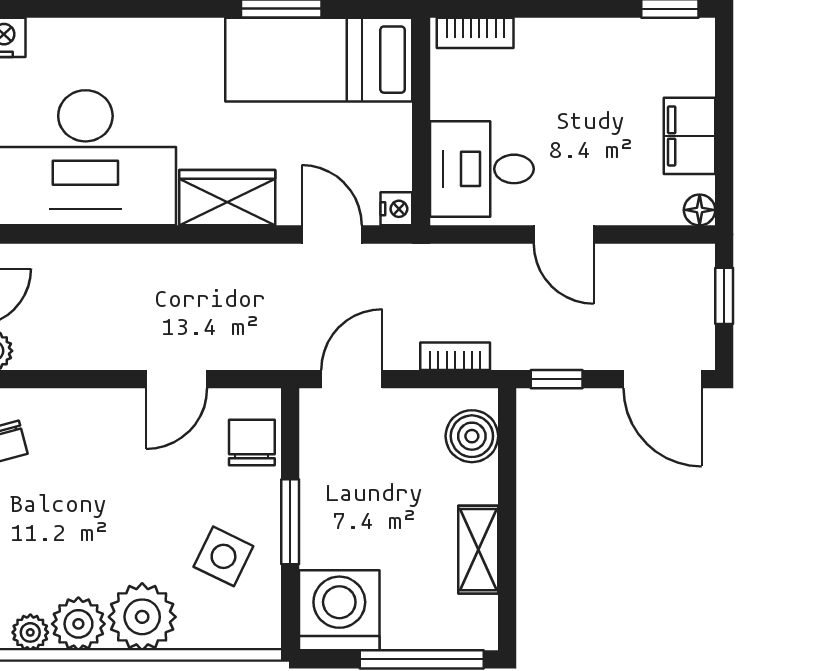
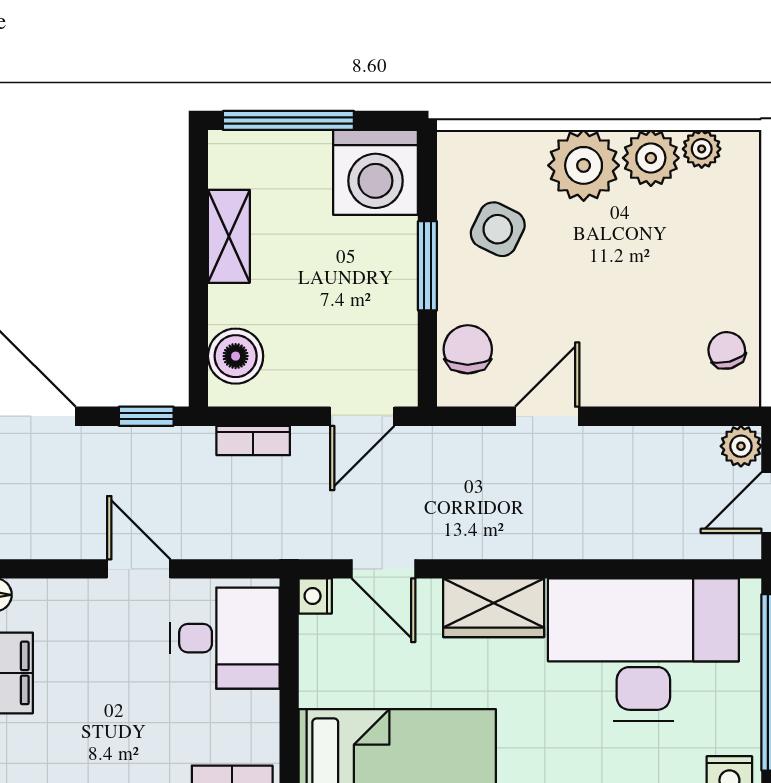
chair: (252, 443) -> (468, 349), turned 180

